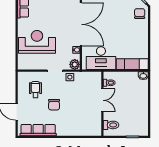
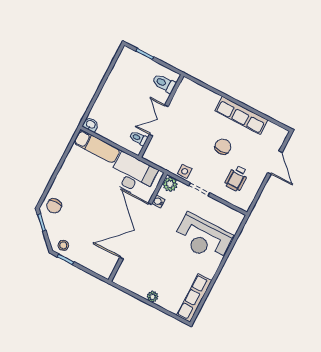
row of seats: (38, 130) -> (241, 115), moved

